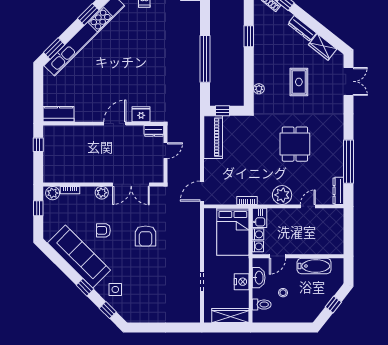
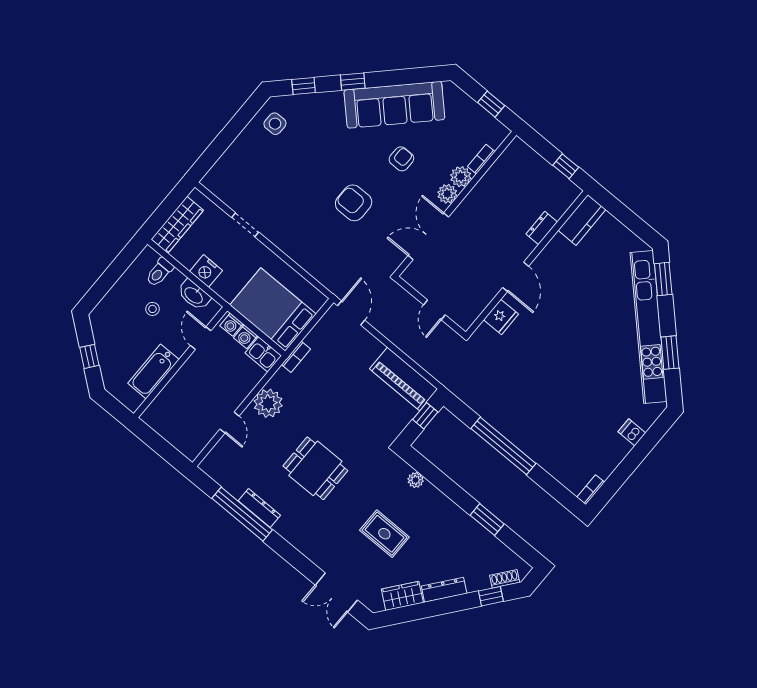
dresser: (154, 131) -> (542, 228), moved
dresser: (338, 191) -> (259, 508), moved
plant: (53, 193) -> (461, 177), moved
side table: (115, 289) -> (275, 124), moved

